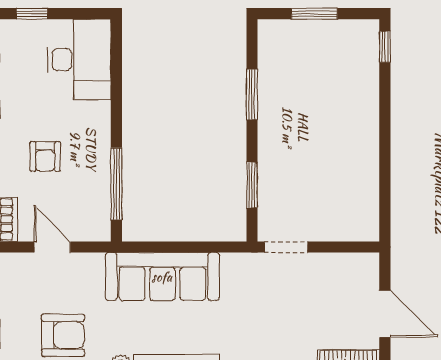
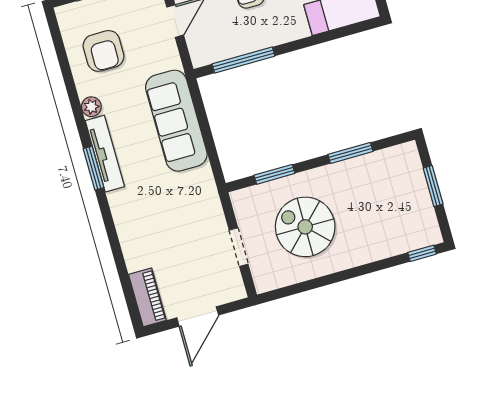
spiral stairs: (320, 167) -> (305, 227), added
doorway: (286, 247) -> (239, 247), moved

